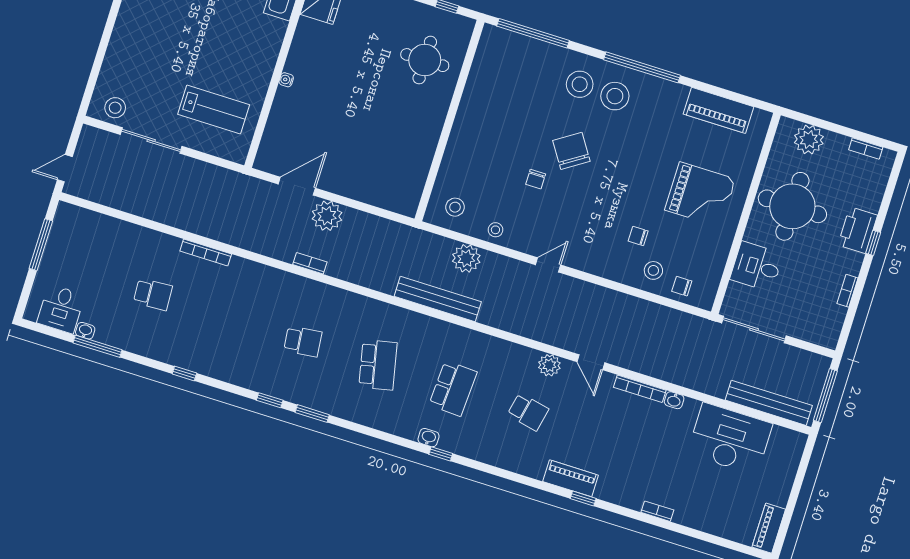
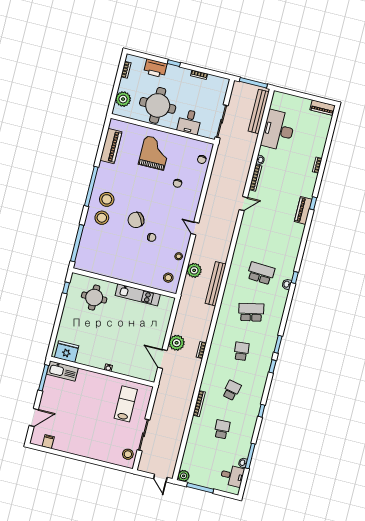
kitchen unit: (425, 145) -> (138, 295), added
printer: (858, 230) -> (155, 68), moved
stool: (653, 270) -> (195, 174), removed
plant: (549, 365) -> (184, 476), moved
school desk: (528, 412) -> (232, 390), moved

